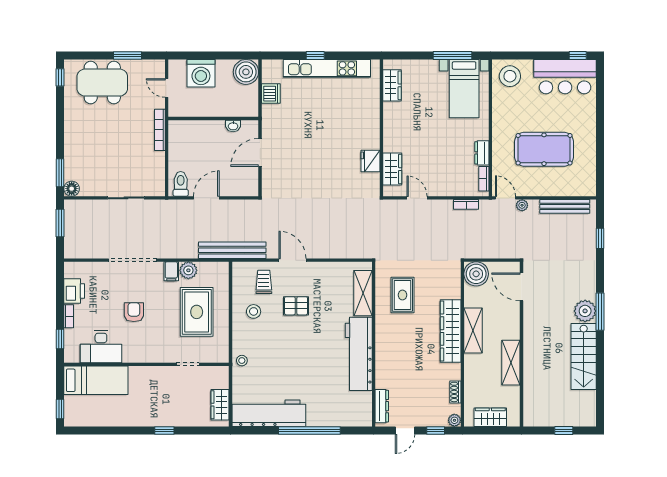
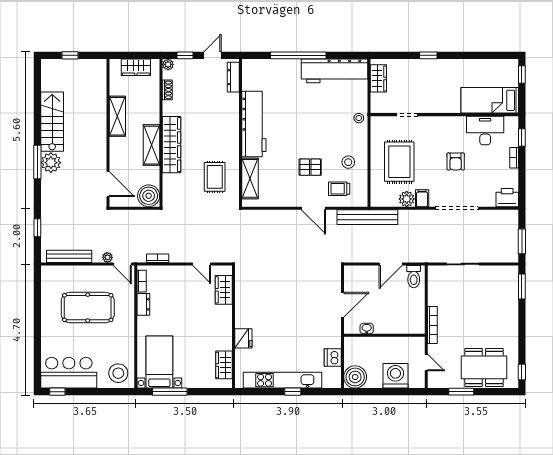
fridge: (370, 161) -> (243, 338), moved
floor lamp: (72, 189) -> (511, 272), removed
trolley: (264, 282) -> (339, 189), turned 90
printer: (74, 291) -> (507, 198), moved, turned 90

